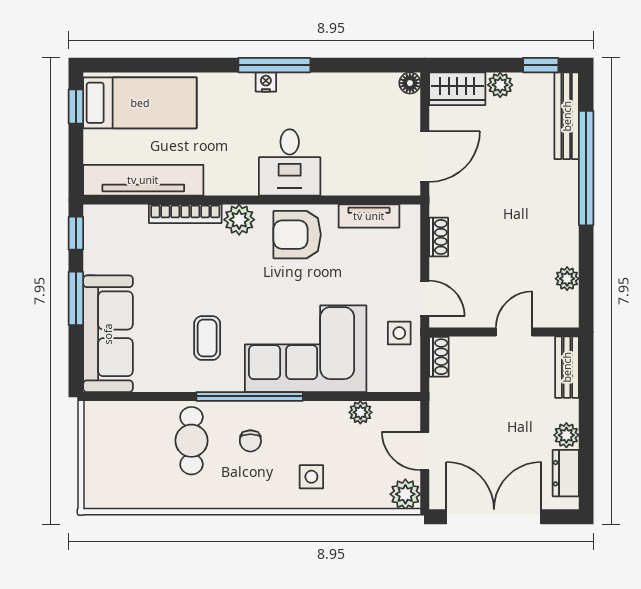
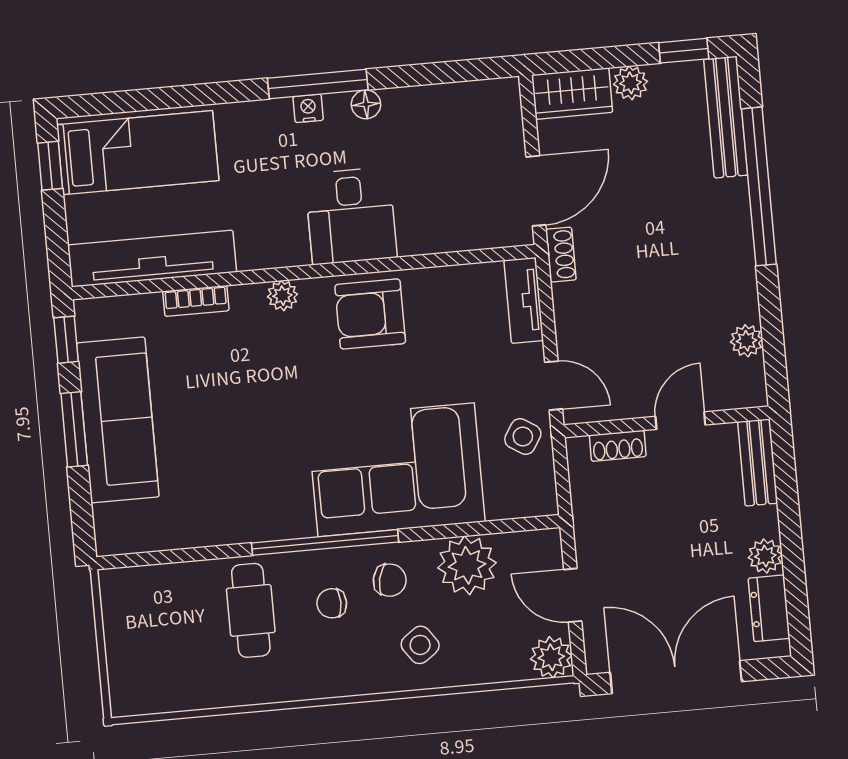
floor lamp: (410, 83) -> (366, 104), moved
bookcase: (185, 214) -> (196, 301), width x0.64
tv unit: (369, 216) -> (524, 300), moved, turned 90
plant: (239, 220) -> (282, 296), width x0.73, depth x0.73
shoe rack: (439, 237) -> (561, 255), moved
side table: (399, 333) -> (523, 437), turned 32
sofa: (108, 334) -> (118, 420), moved
coffee table: (207, 338) -> (259, 467), removed
shoe rack: (439, 357) -> (618, 446), moved, turned 90
plant: (360, 412) -> (467, 565), width x1.88, depth x1.88
chair: (294, 428) -> (390, 580), added
chair: (250, 441) -> (332, 603), turned 90
side table: (311, 477) -> (420, 645), turned -36

